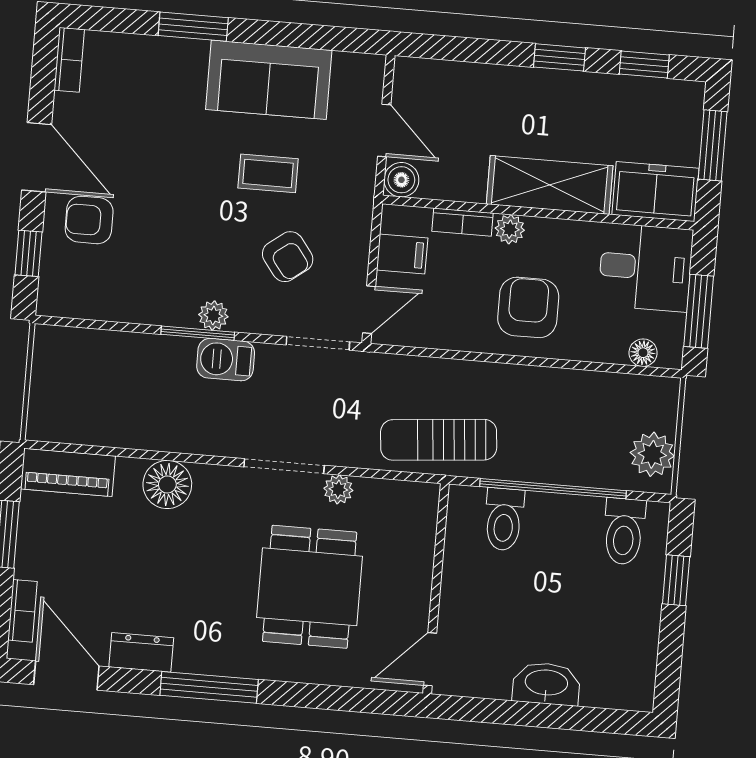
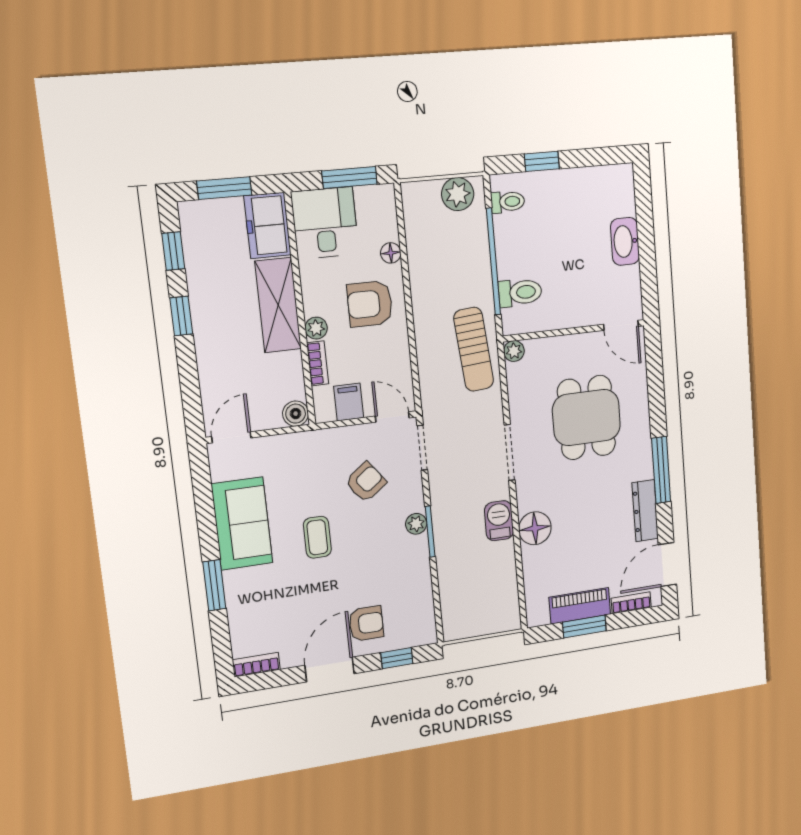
door: (384, 130) -> (231, 437), moved
coffee table: (268, 173) -> (317, 537), moved
armchair: (89, 220) -> (366, 624), turned -90
floor lamp: (643, 353) -> (391, 253), moved
barbecue: (226, 360) -> (499, 521), moved, turned 180
piano: (68, 472) -> (580, 606), moved, turned -90
plant: (338, 489) -> (514, 351), moved
toilet: (624, 531) -> (508, 202), width x0.73, depth x0.72
dining table: (310, 587) -> (586, 418), turned 90
dresser: (141, 652) -> (645, 511), width x1.44

